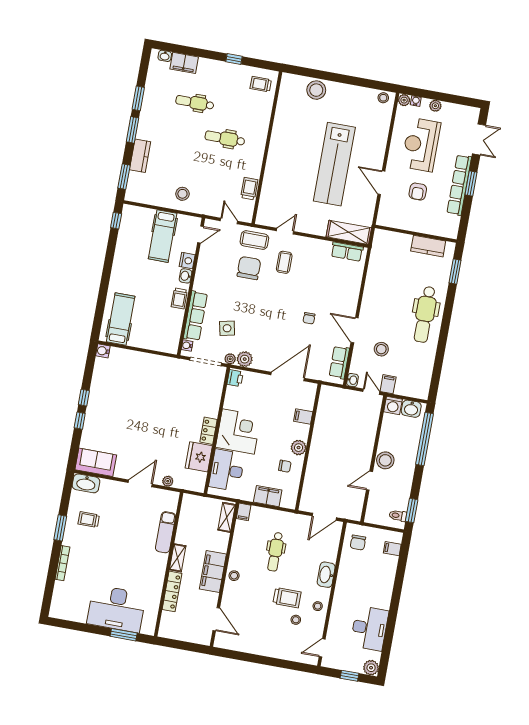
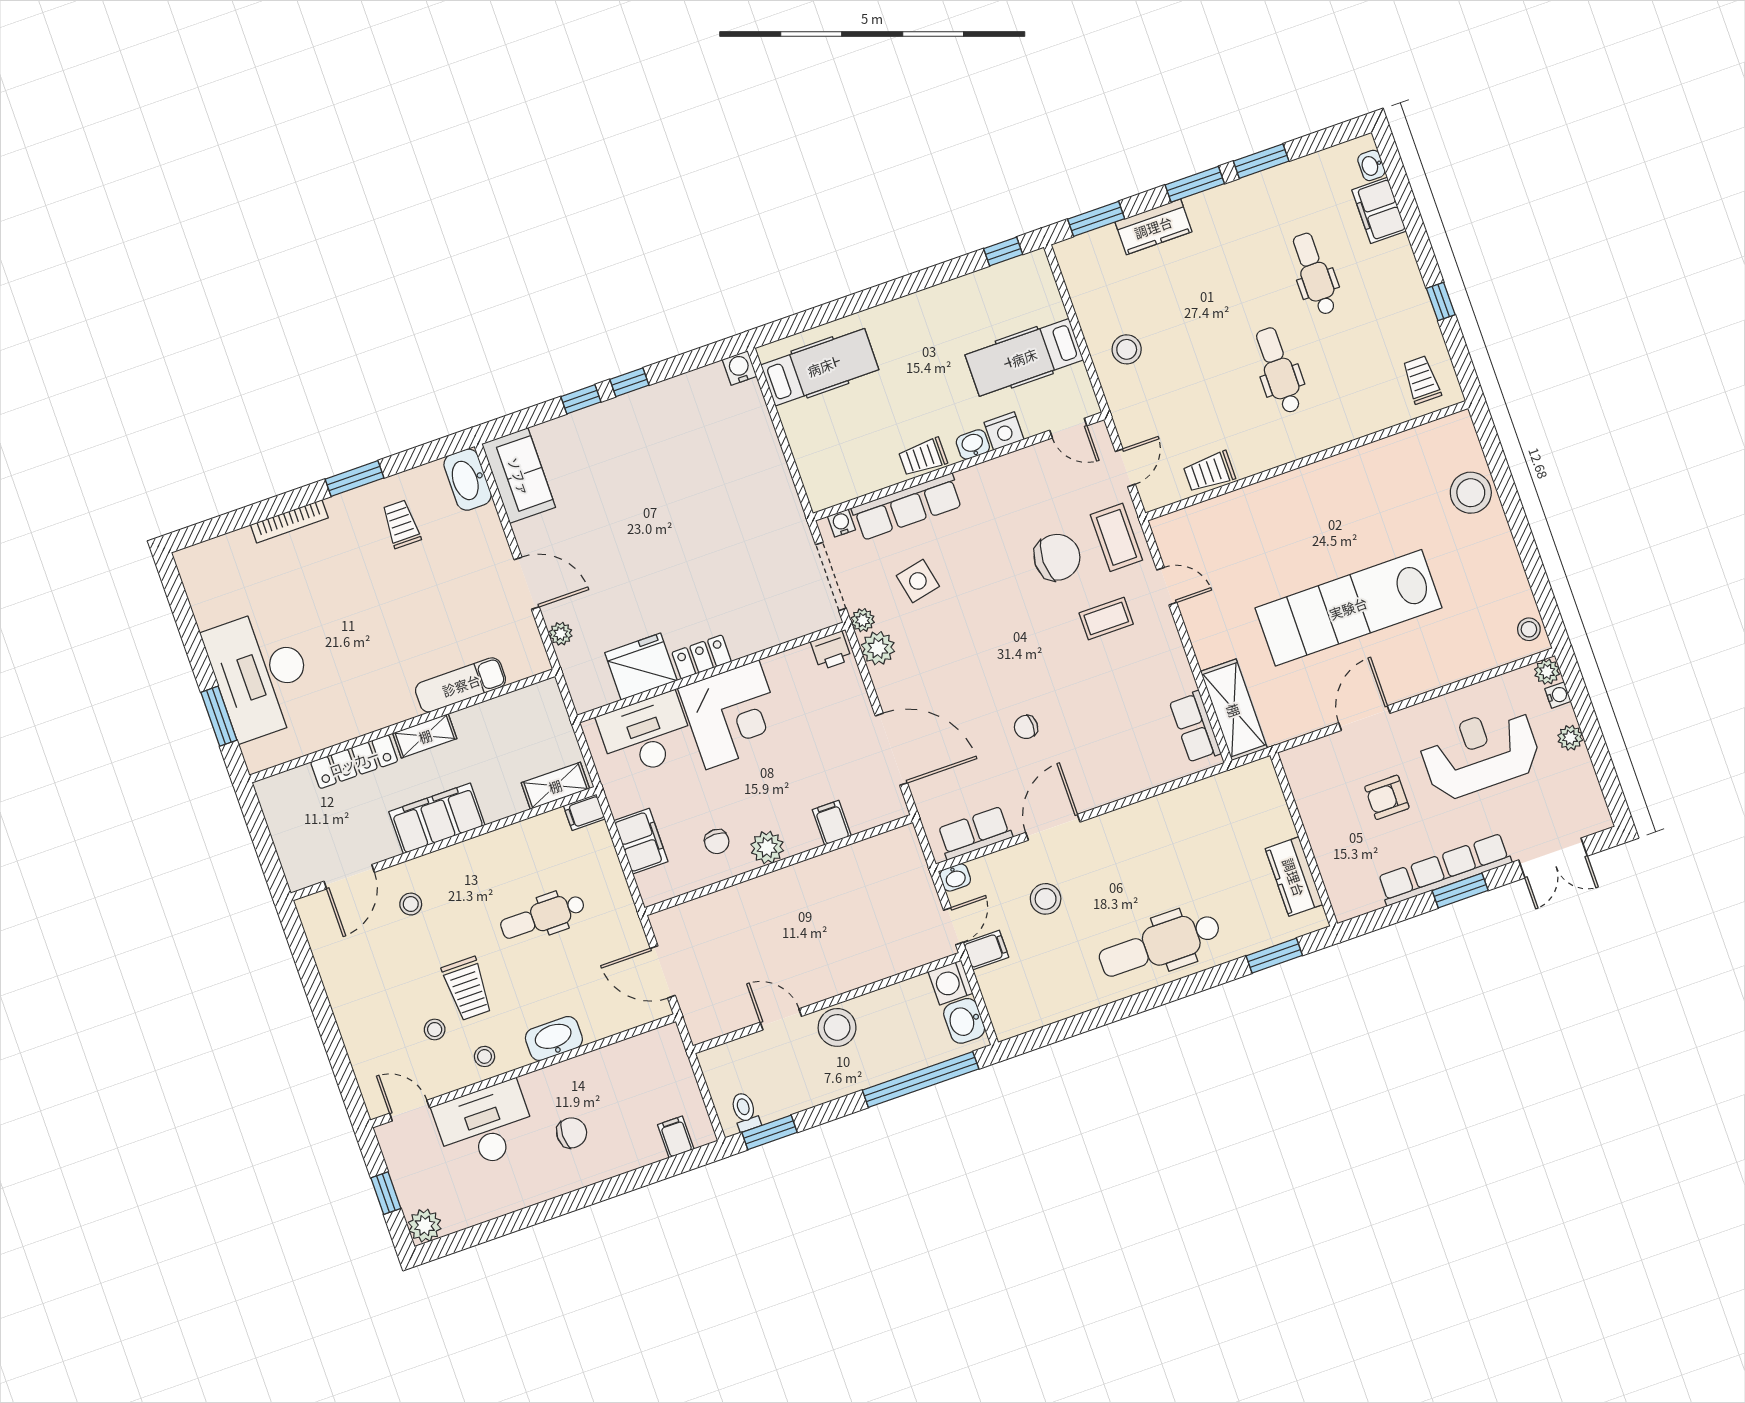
trolley: (249, 189) -> (1209, 472), turned 180
chair: (358, 543) -> (572, 1133), moved, turned 180
stool: (234, 576) -> (411, 904), moved
desk: (369, 628) -> (485, 1126), moved, turned 180

